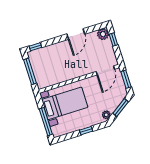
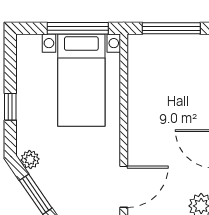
door: (105, 70) -> (124, 187), swing flipped
window: (46, 122) -> (78, 28), moved

